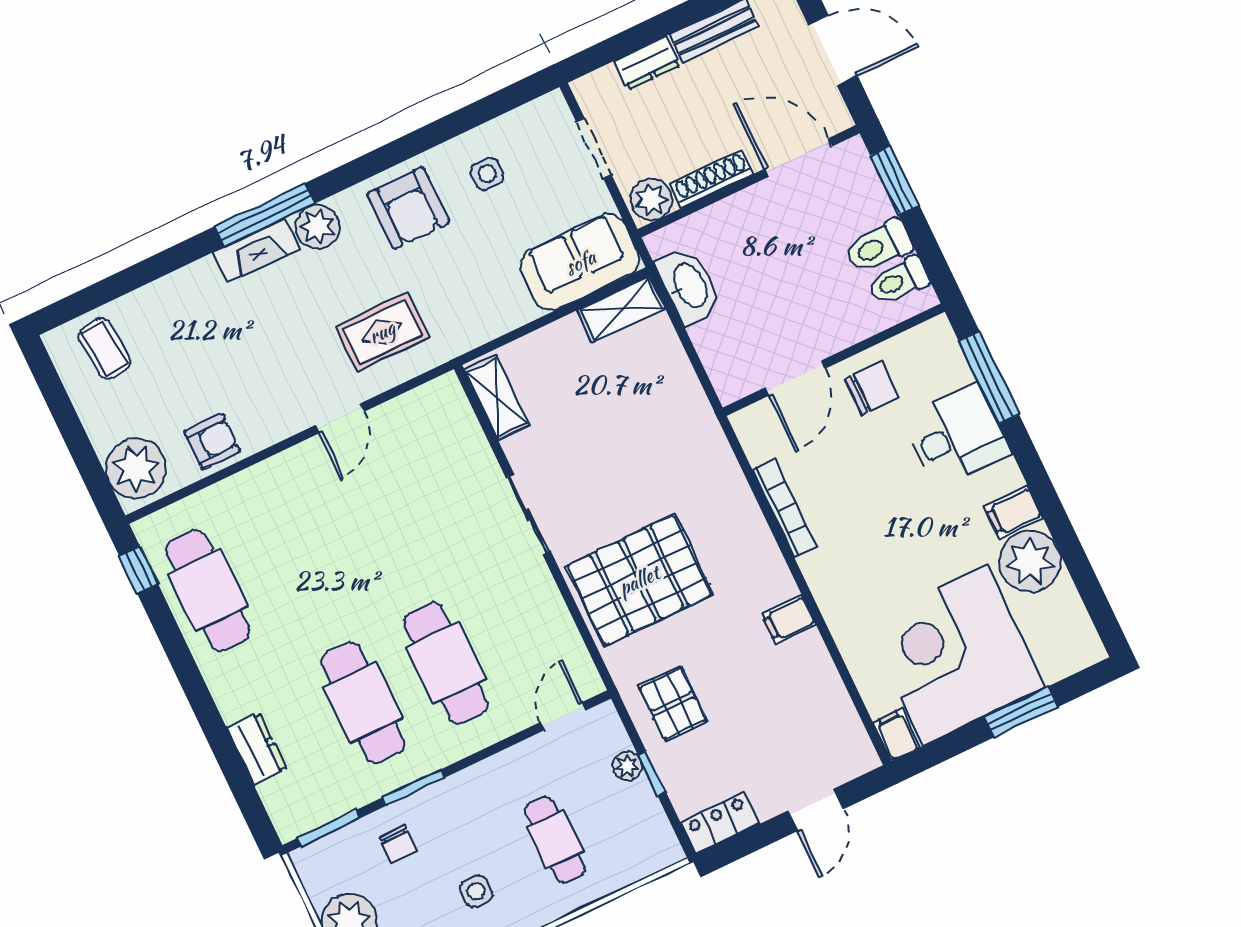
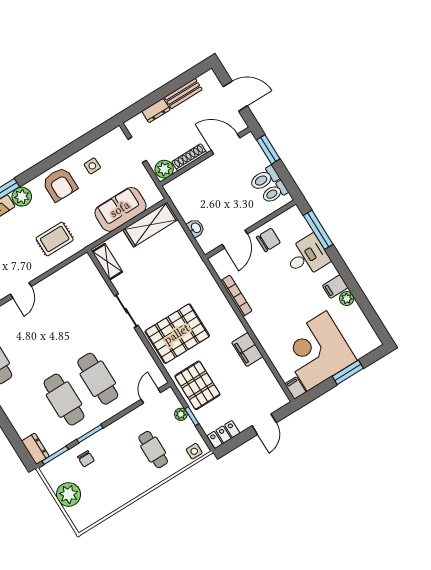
sofa: (580, 262) -> (120, 209), moved
washbasin: (689, 286) -> (196, 228), moved, width x0.52, depth x0.69
shelving: (621, 309) -> (150, 225), width x1.50, depth x1.33
door: (340, 418) -> (21, 290), moved
plant: (1030, 561) -> (347, 299), width x0.53, depth x0.53
filing cabinet: (789, 619) -> (247, 350), width x2.00
pallet: (673, 704) -> (197, 385), width x1.50, depth x1.42
dresser: (257, 748) -> (35, 449), moved
side table: (476, 891) -> (194, 451), moved

